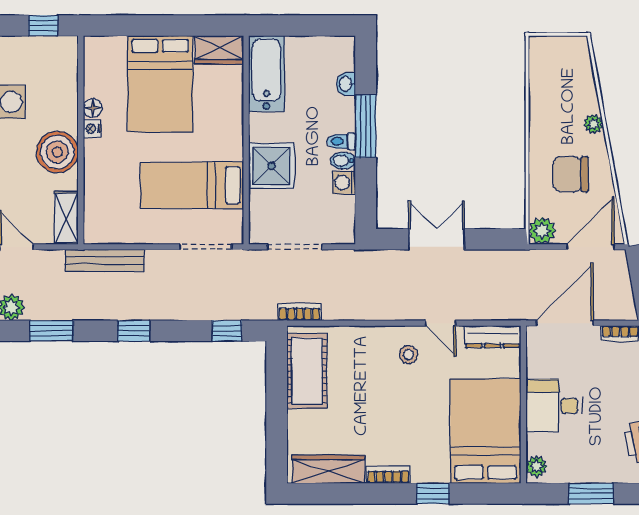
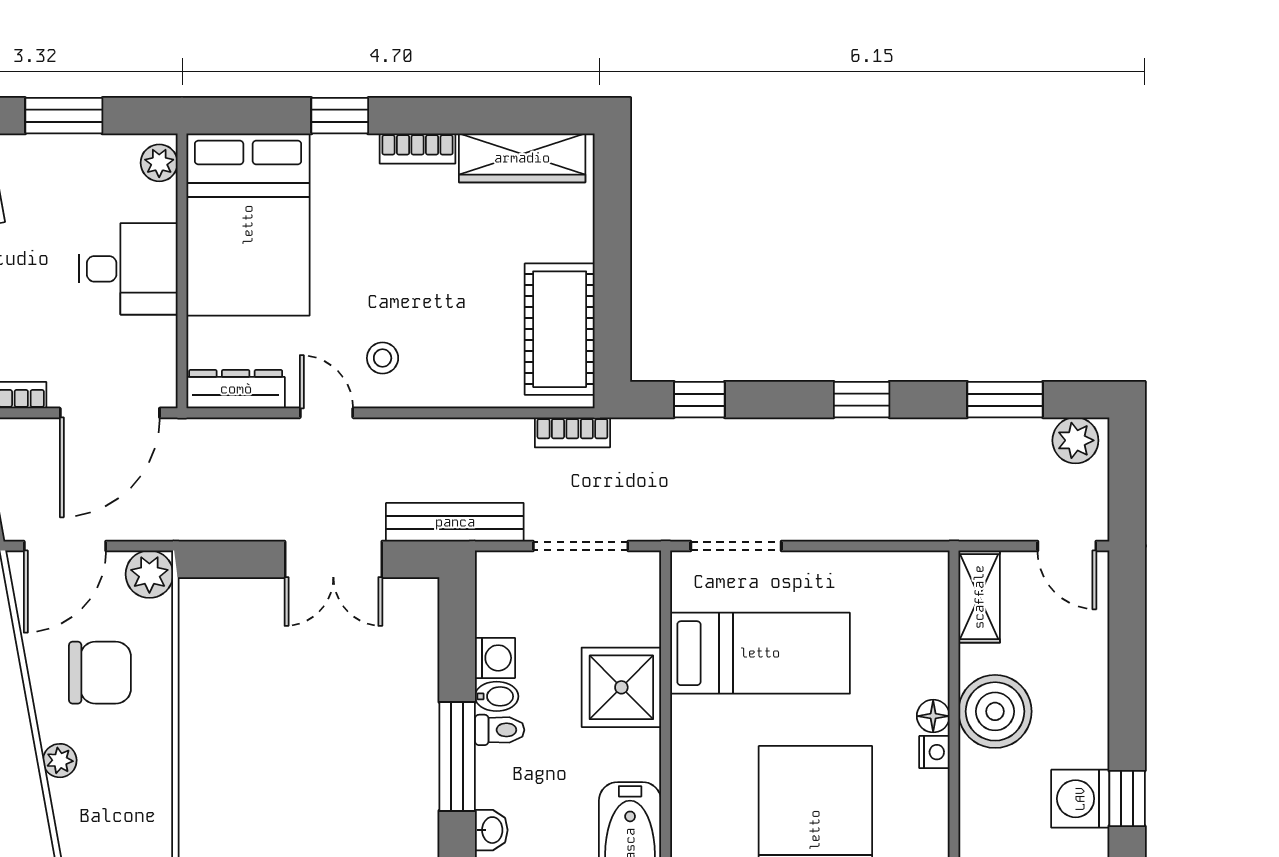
floor lamp: (93, 108) -> (933, 716), moved
bench: (105, 260) -> (455, 522), moved

